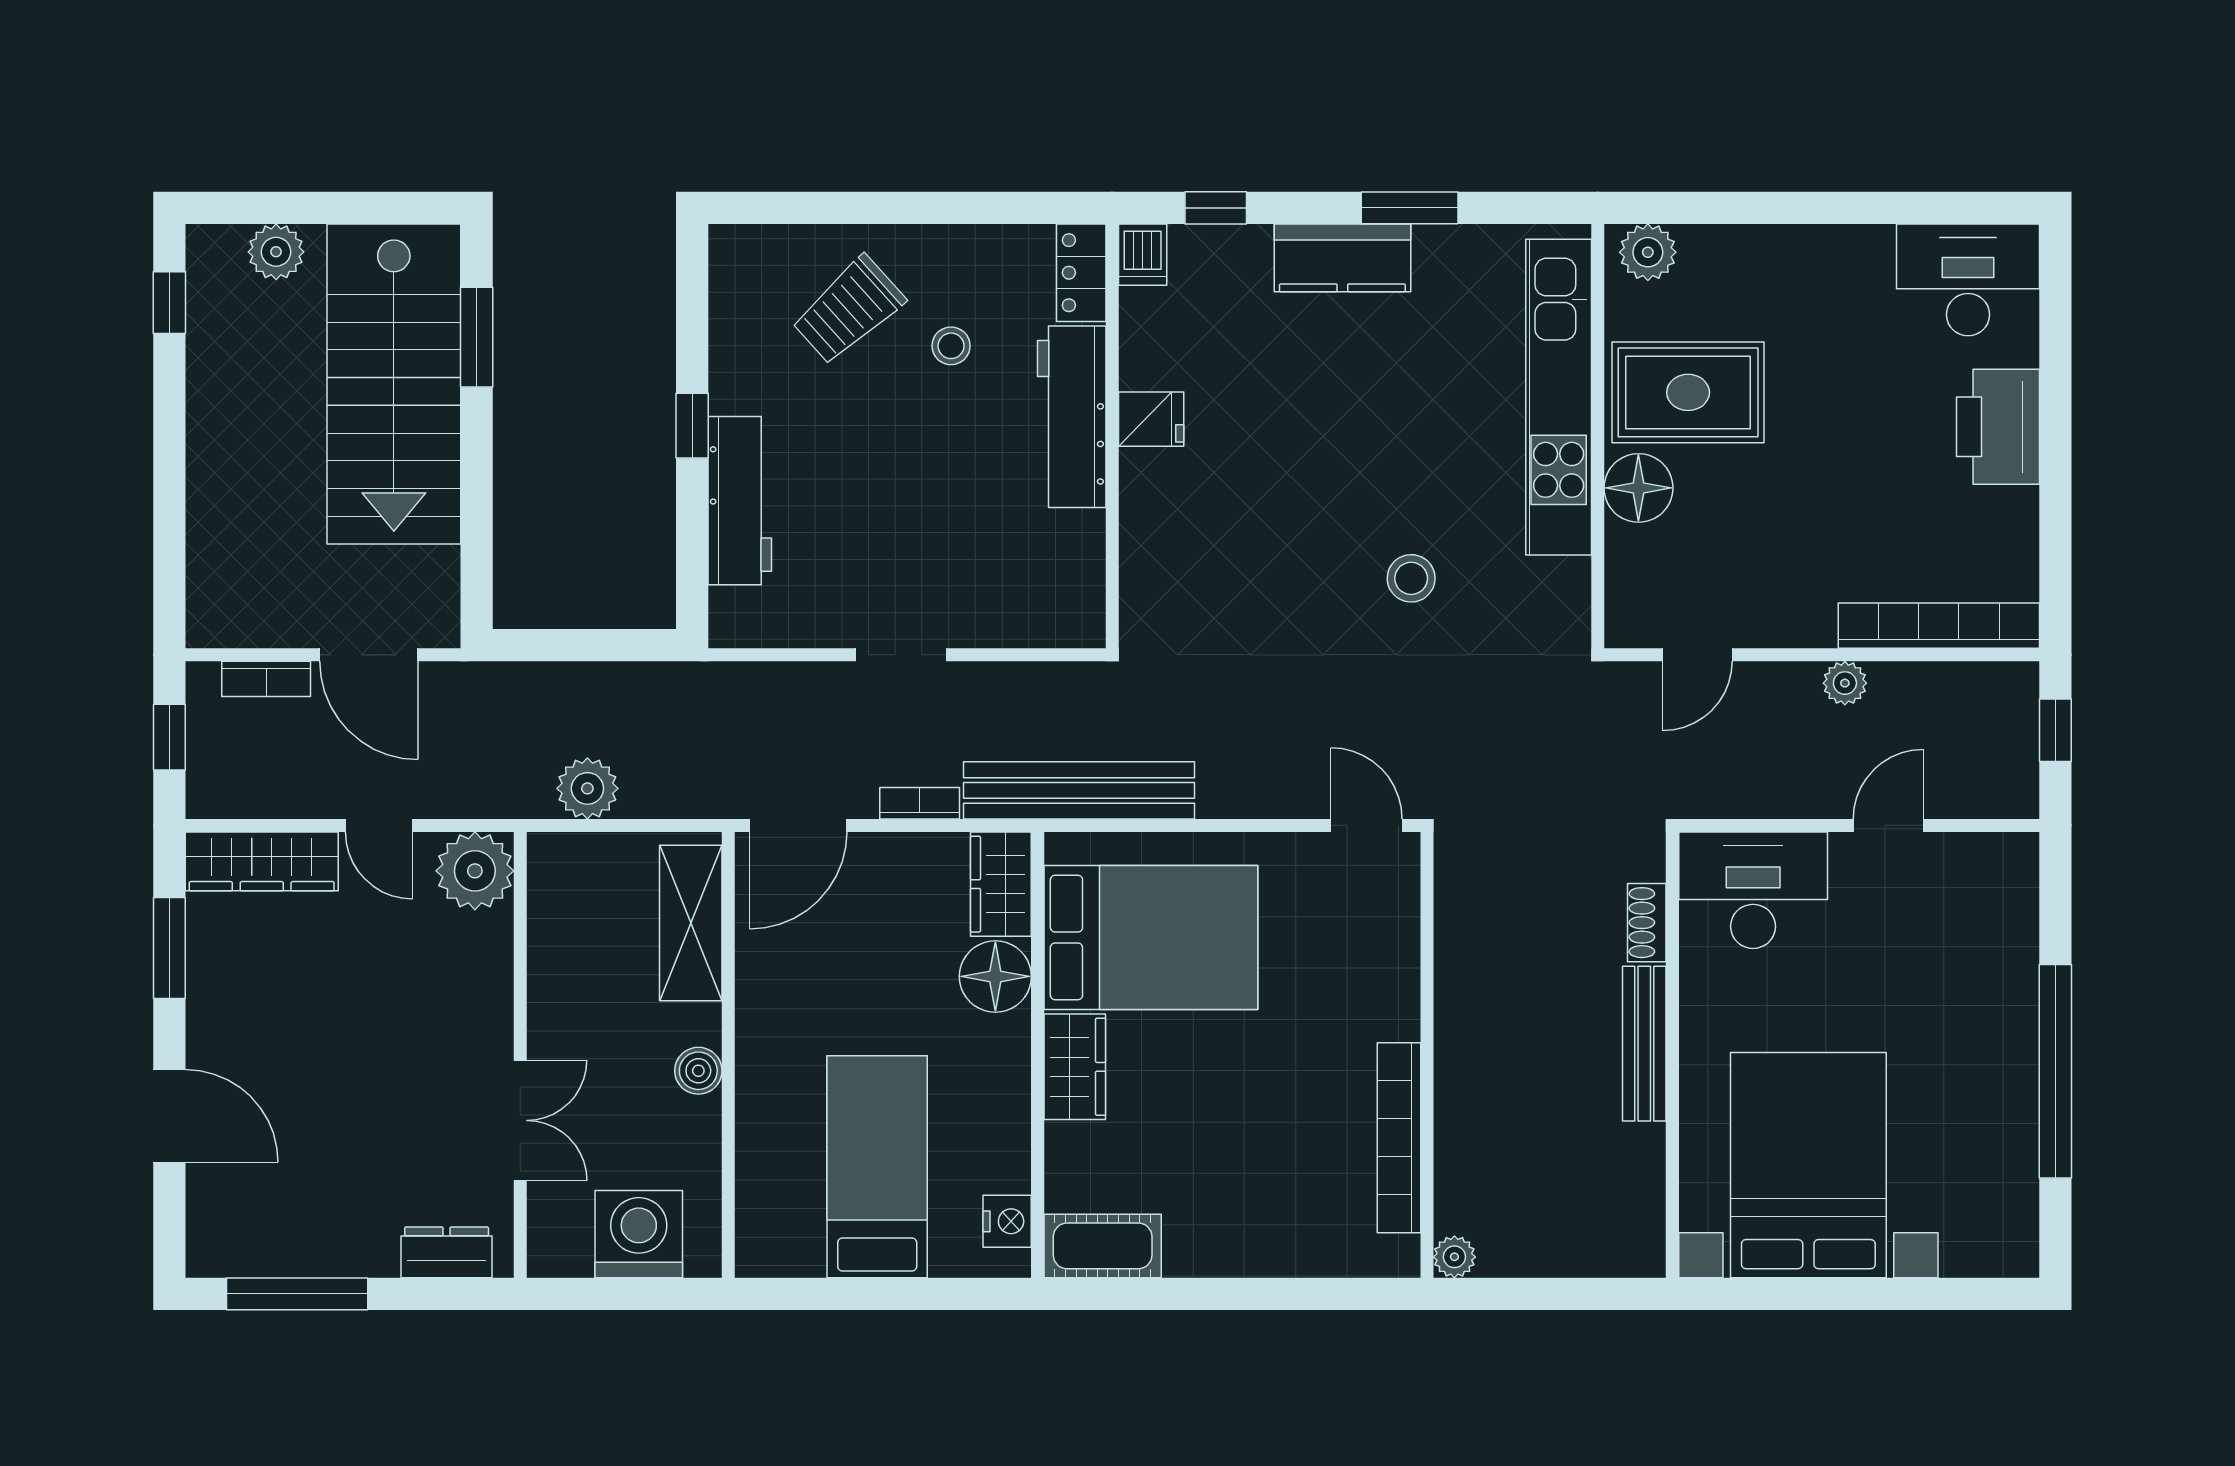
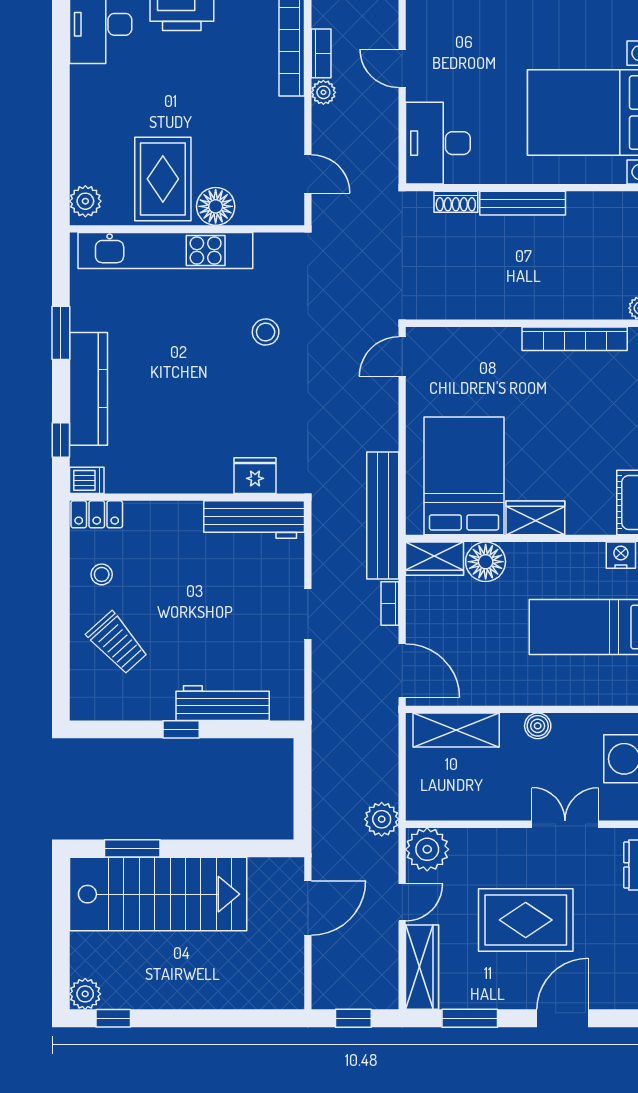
plant: (276, 252) -> (85, 994), moved
kitchen counter: (1342, 258) -> (89, 389), width x1.50
stool: (951, 346) -> (102, 574), moved
workbench: (1072, 417) -> (254, 520), moved
fridge: (1151, 419) -> (255, 476), moved, width x1.38
bookcase: (266, 679) -> (321, 53), moved
plant: (587, 788) -> (382, 819), moved
rug: (347, 1049) -> (526, 920), added

